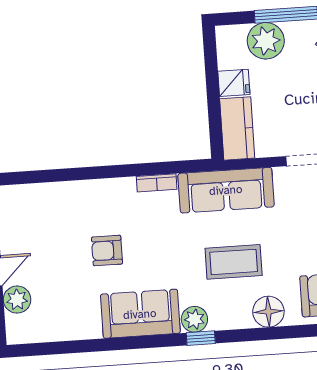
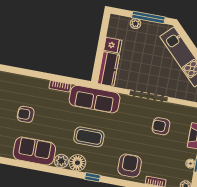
plant: (266, 41) -> (135, 24), width x0.53, depth x0.53
floor lamp: (268, 312) -> (77, 163), moved
window: (201, 338) -> (92, 177), moved

